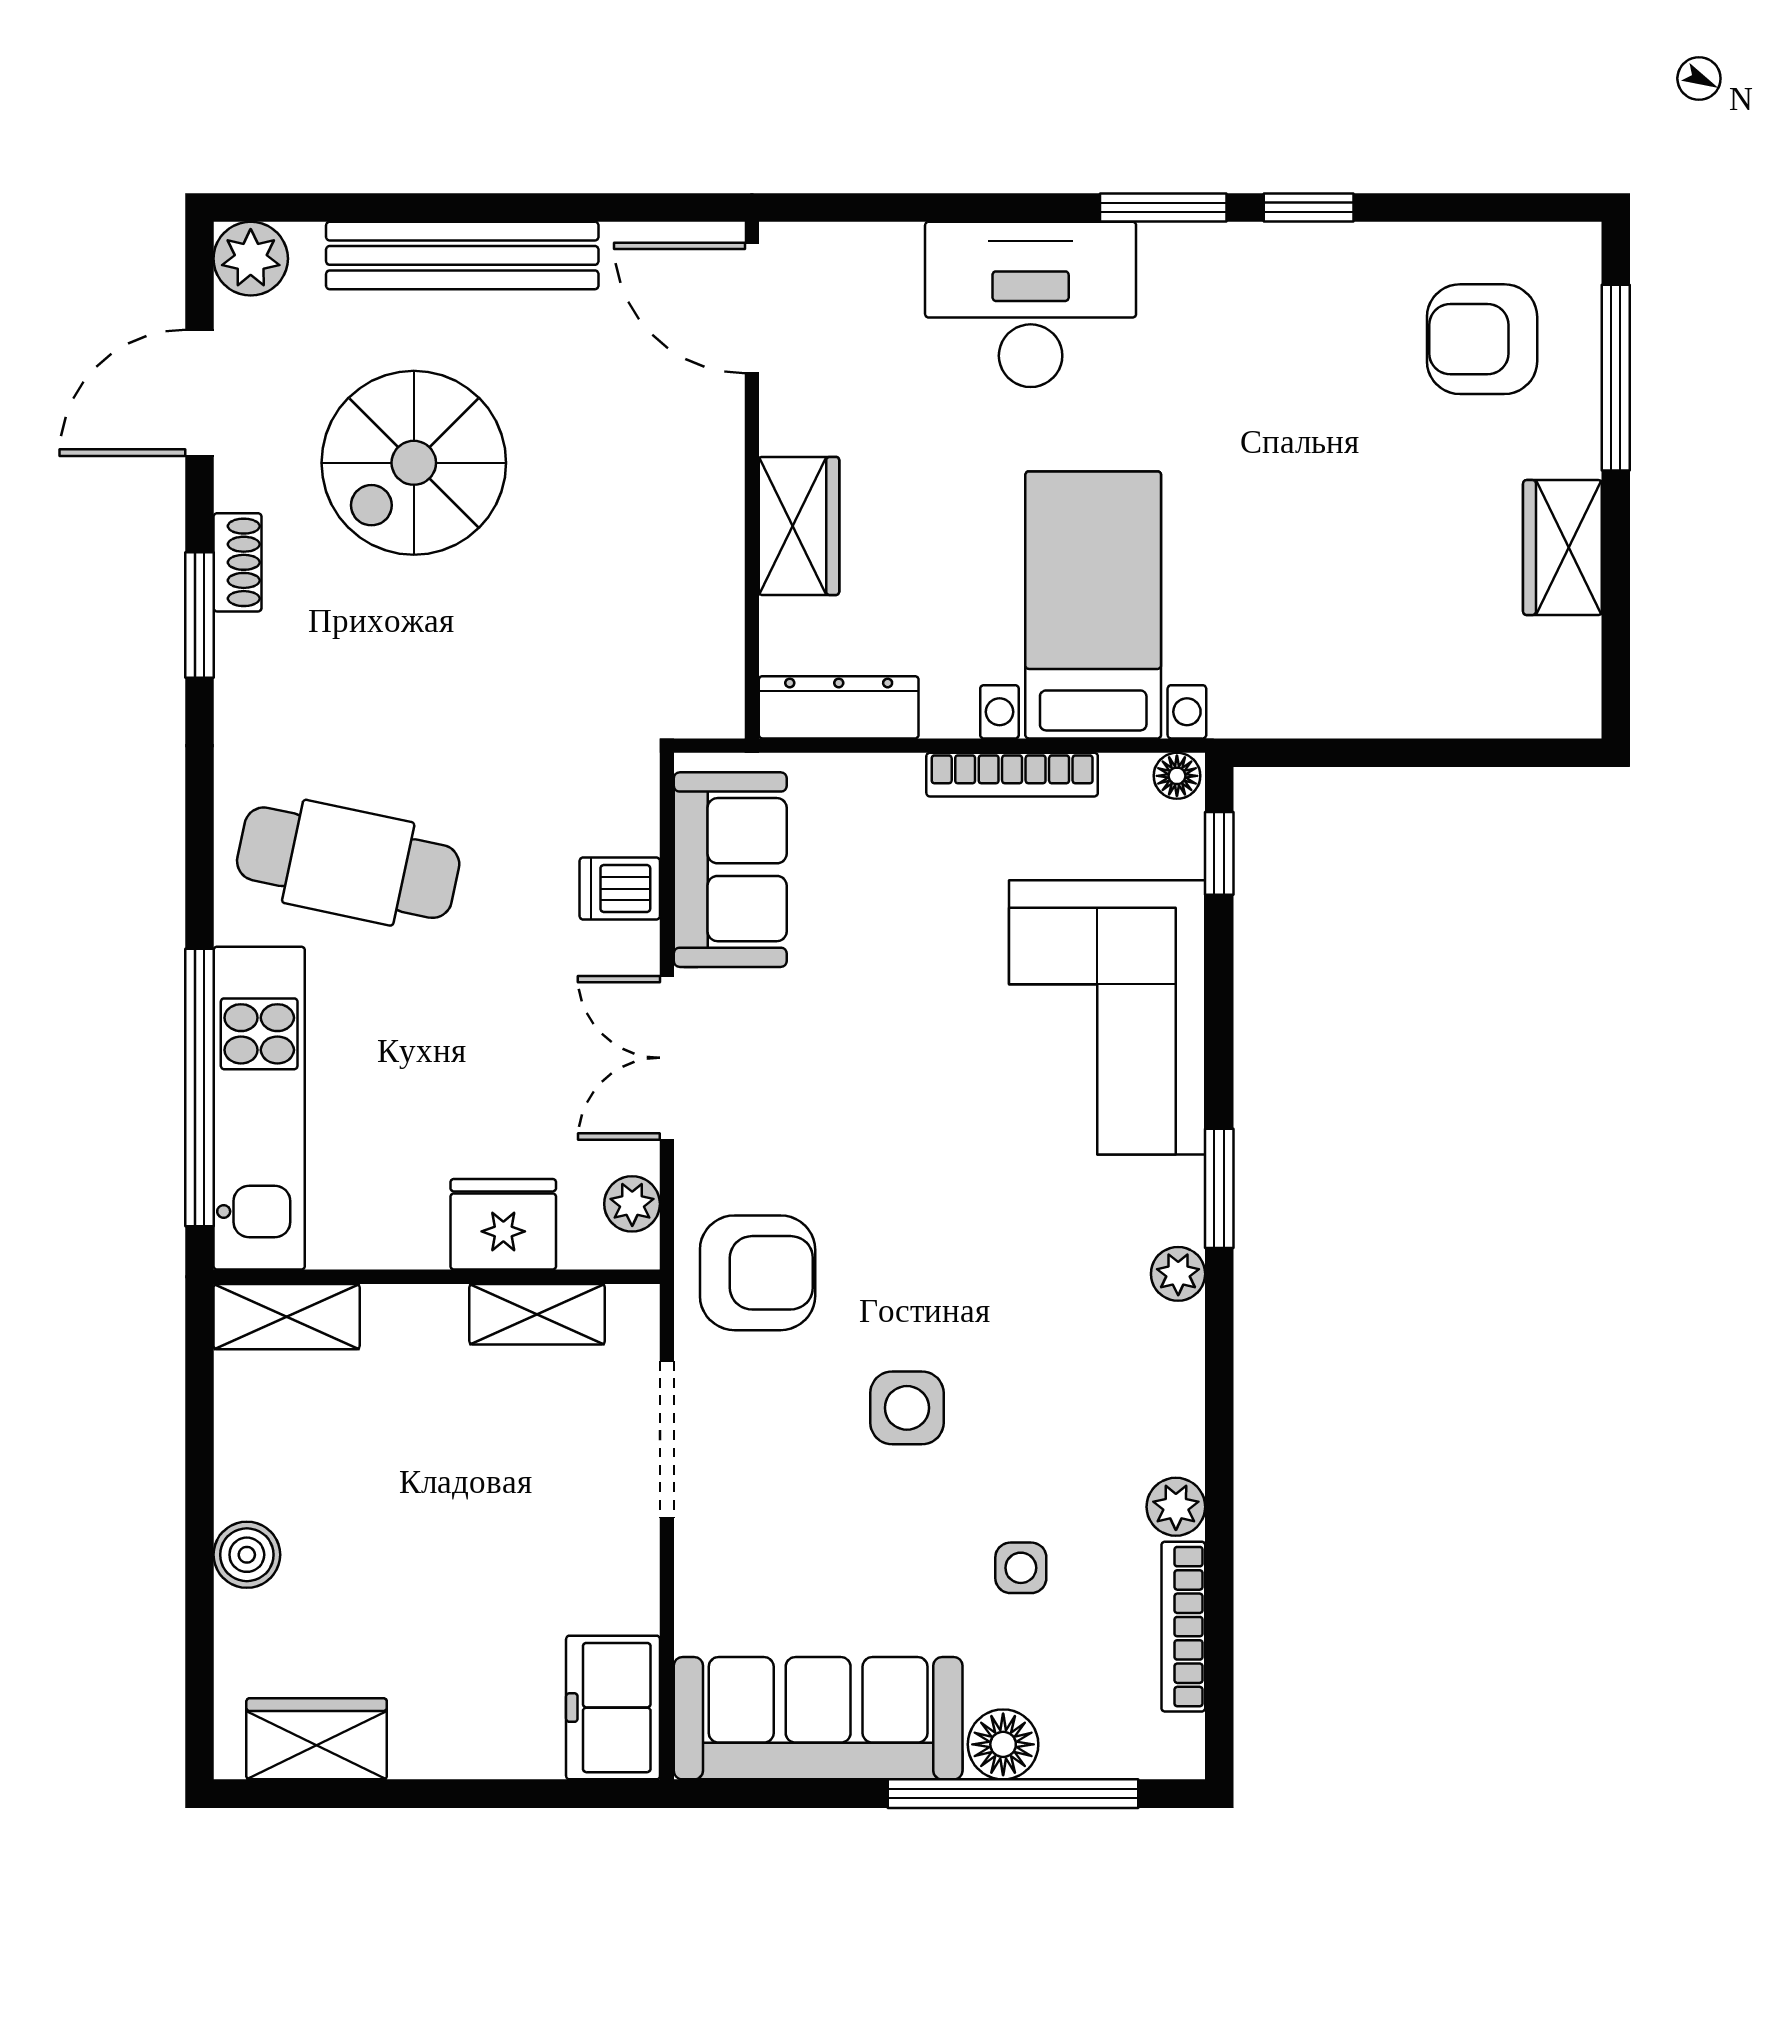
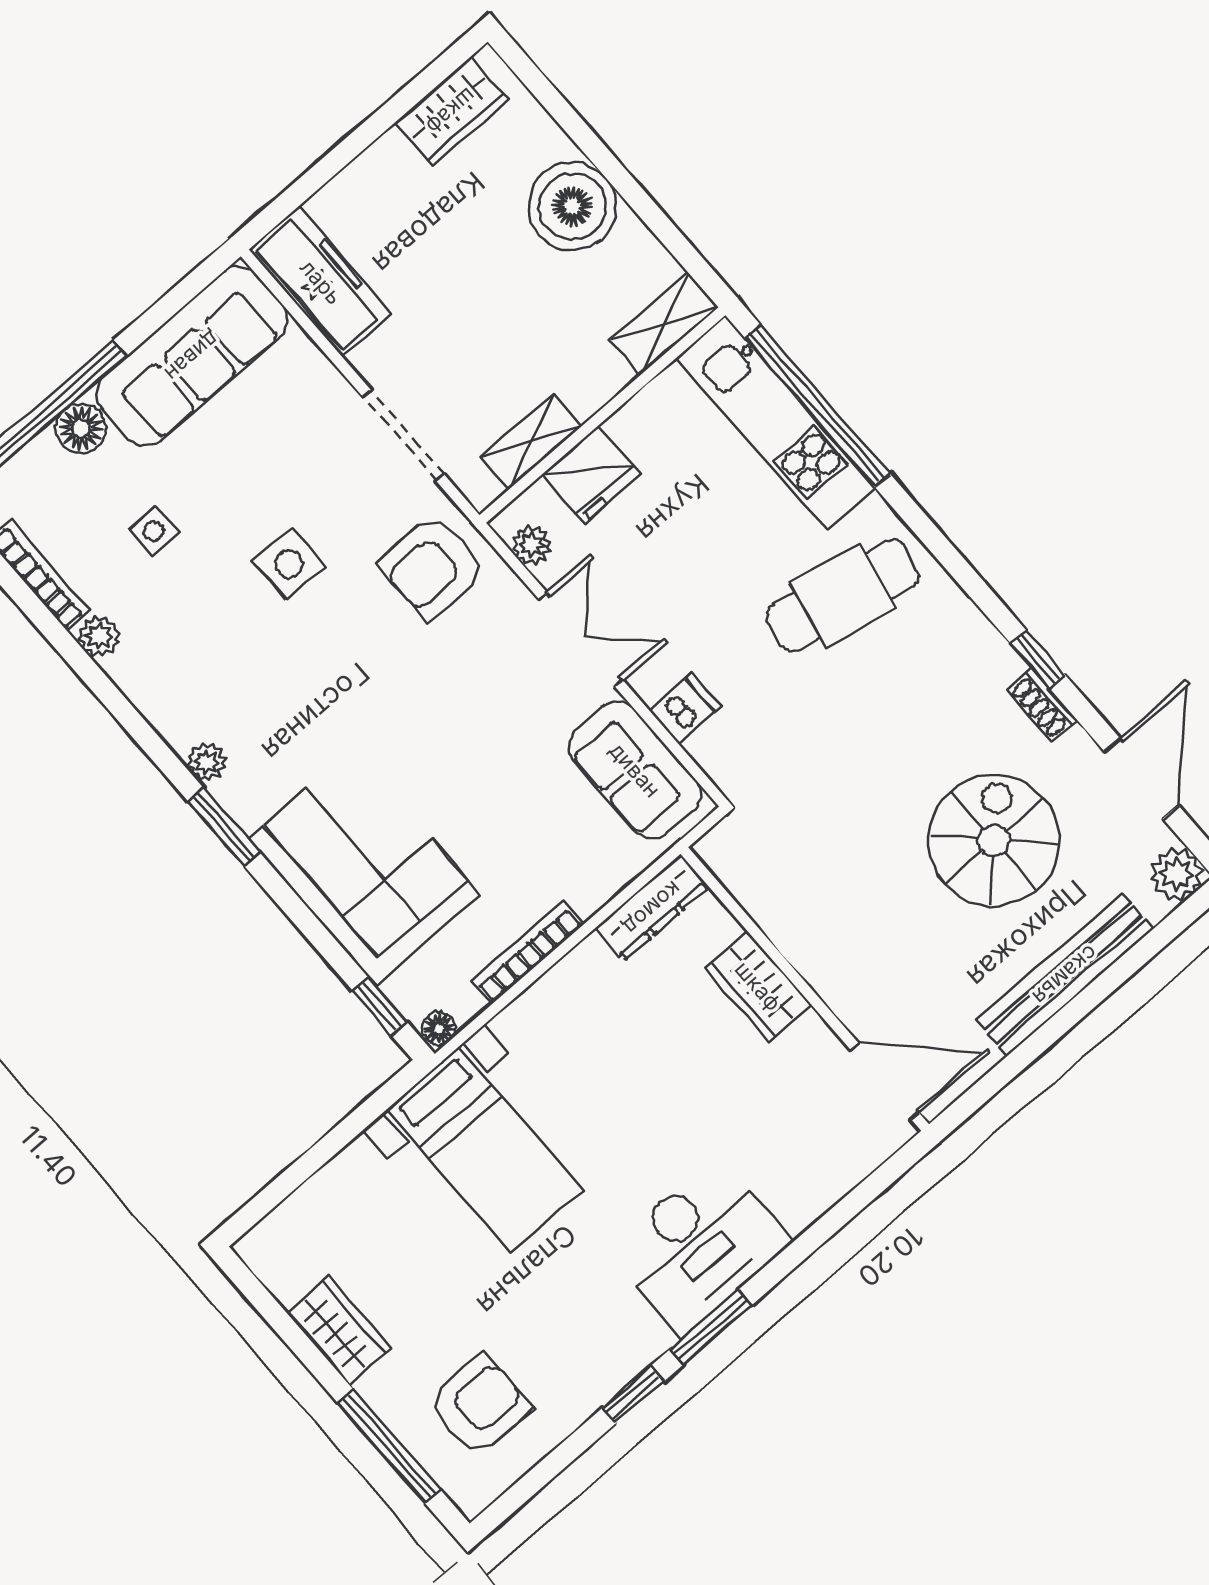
desk: (1031, 304) -> (699, 1246), moved
bed with nightstands: (1093, 605) -> (485, 1150), moved
window: (199, 615) -> (1038, 659), width x0.67
boiler: (247, 1555) -> (573, 206), width x1.86, depth x1.86
freezer: (613, 1708) -> (321, 282), width x1.40

